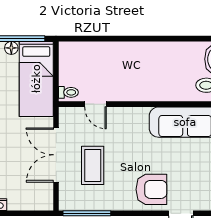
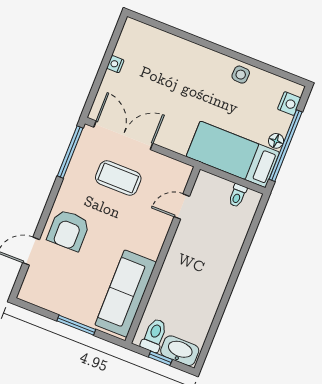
toilet: (68, 92) -> (237, 195), moved
double door: (56, 155) -> (123, 135), moved

